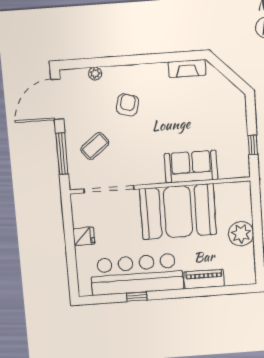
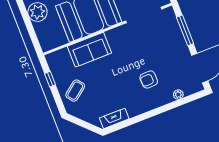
armchair: (127, 105) -> (149, 80), turned 73
coffee table: (95, 146) -> (75, 91), moved

